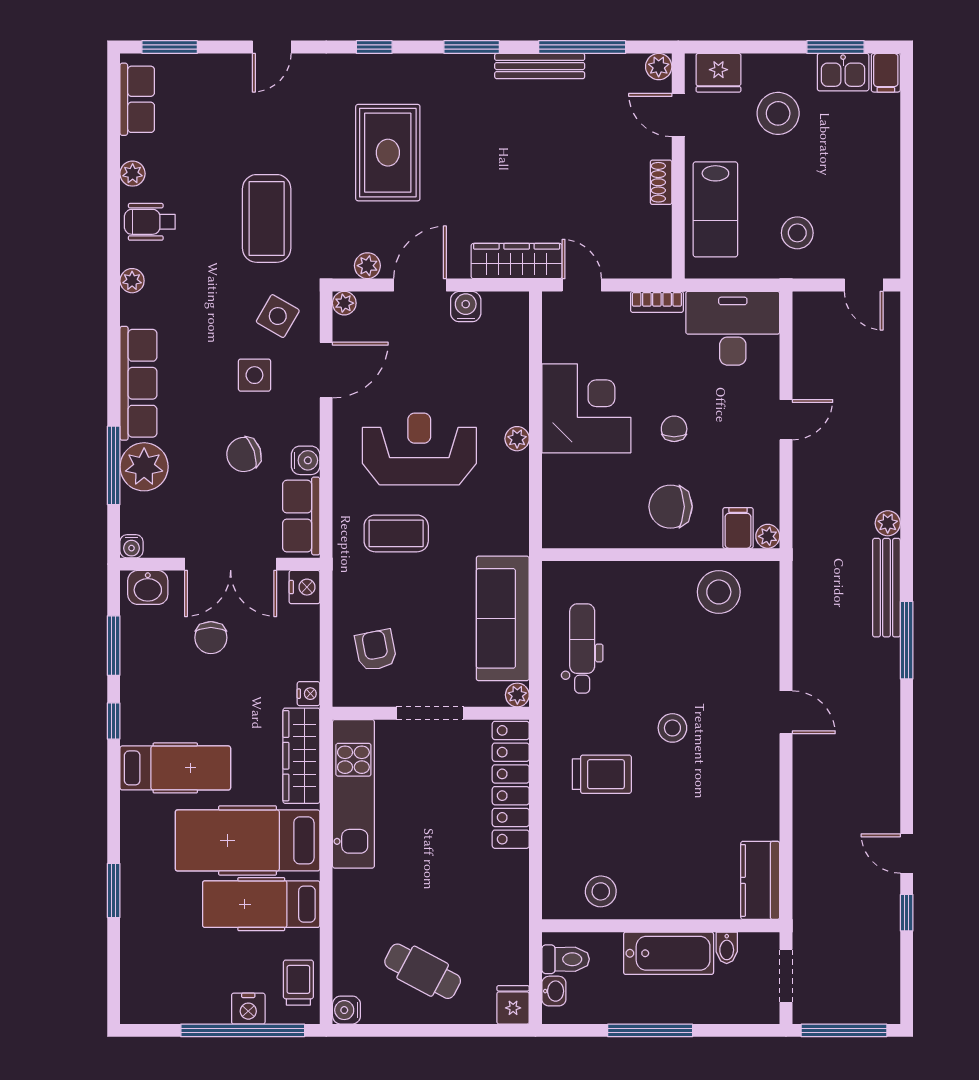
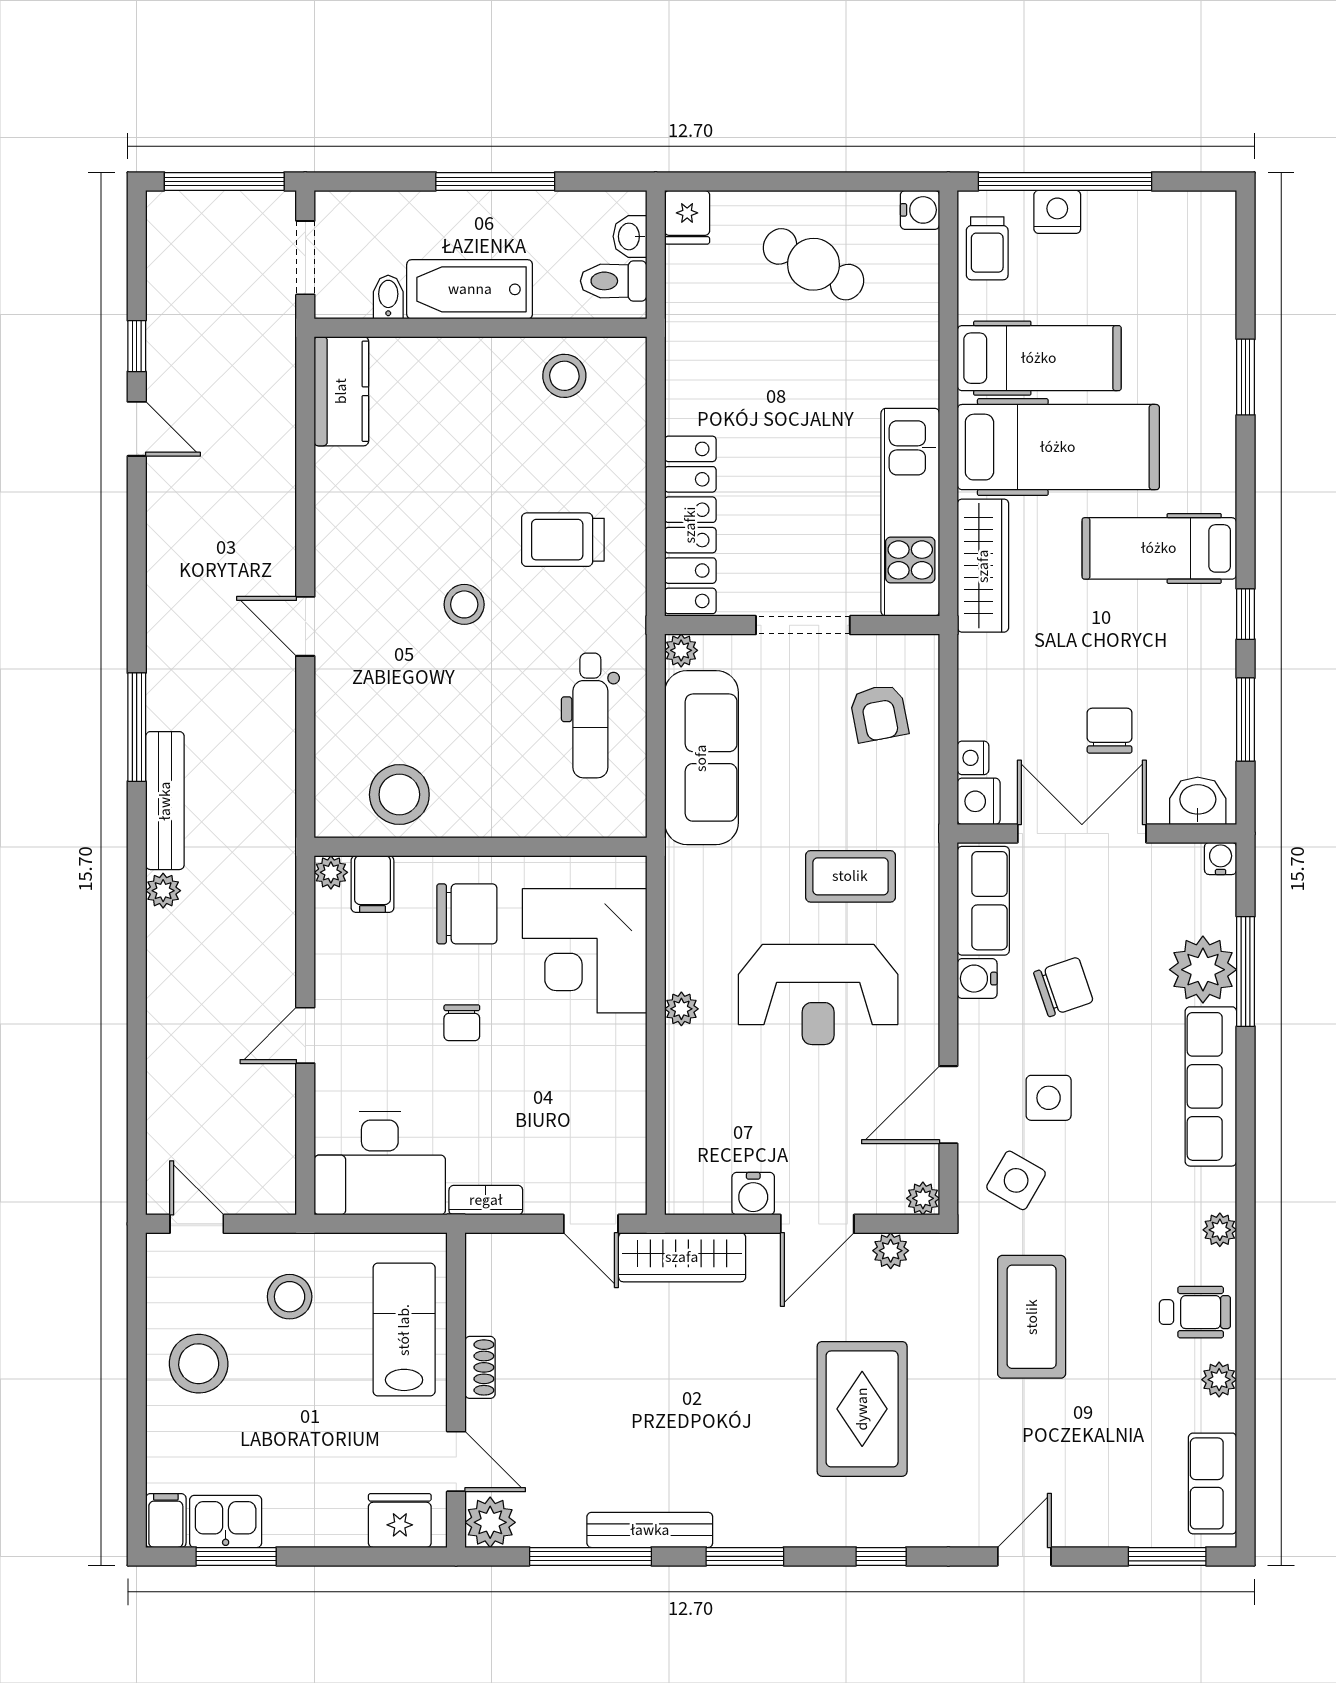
plant: (659, 67) -> (490, 1522), width x1.38, depth x1.38
stool: (778, 113) -> (199, 1364), moved
corner desk: (586, 408) -> (585, 951), moved
nightstand: (309, 694) -> (973, 758), moved

